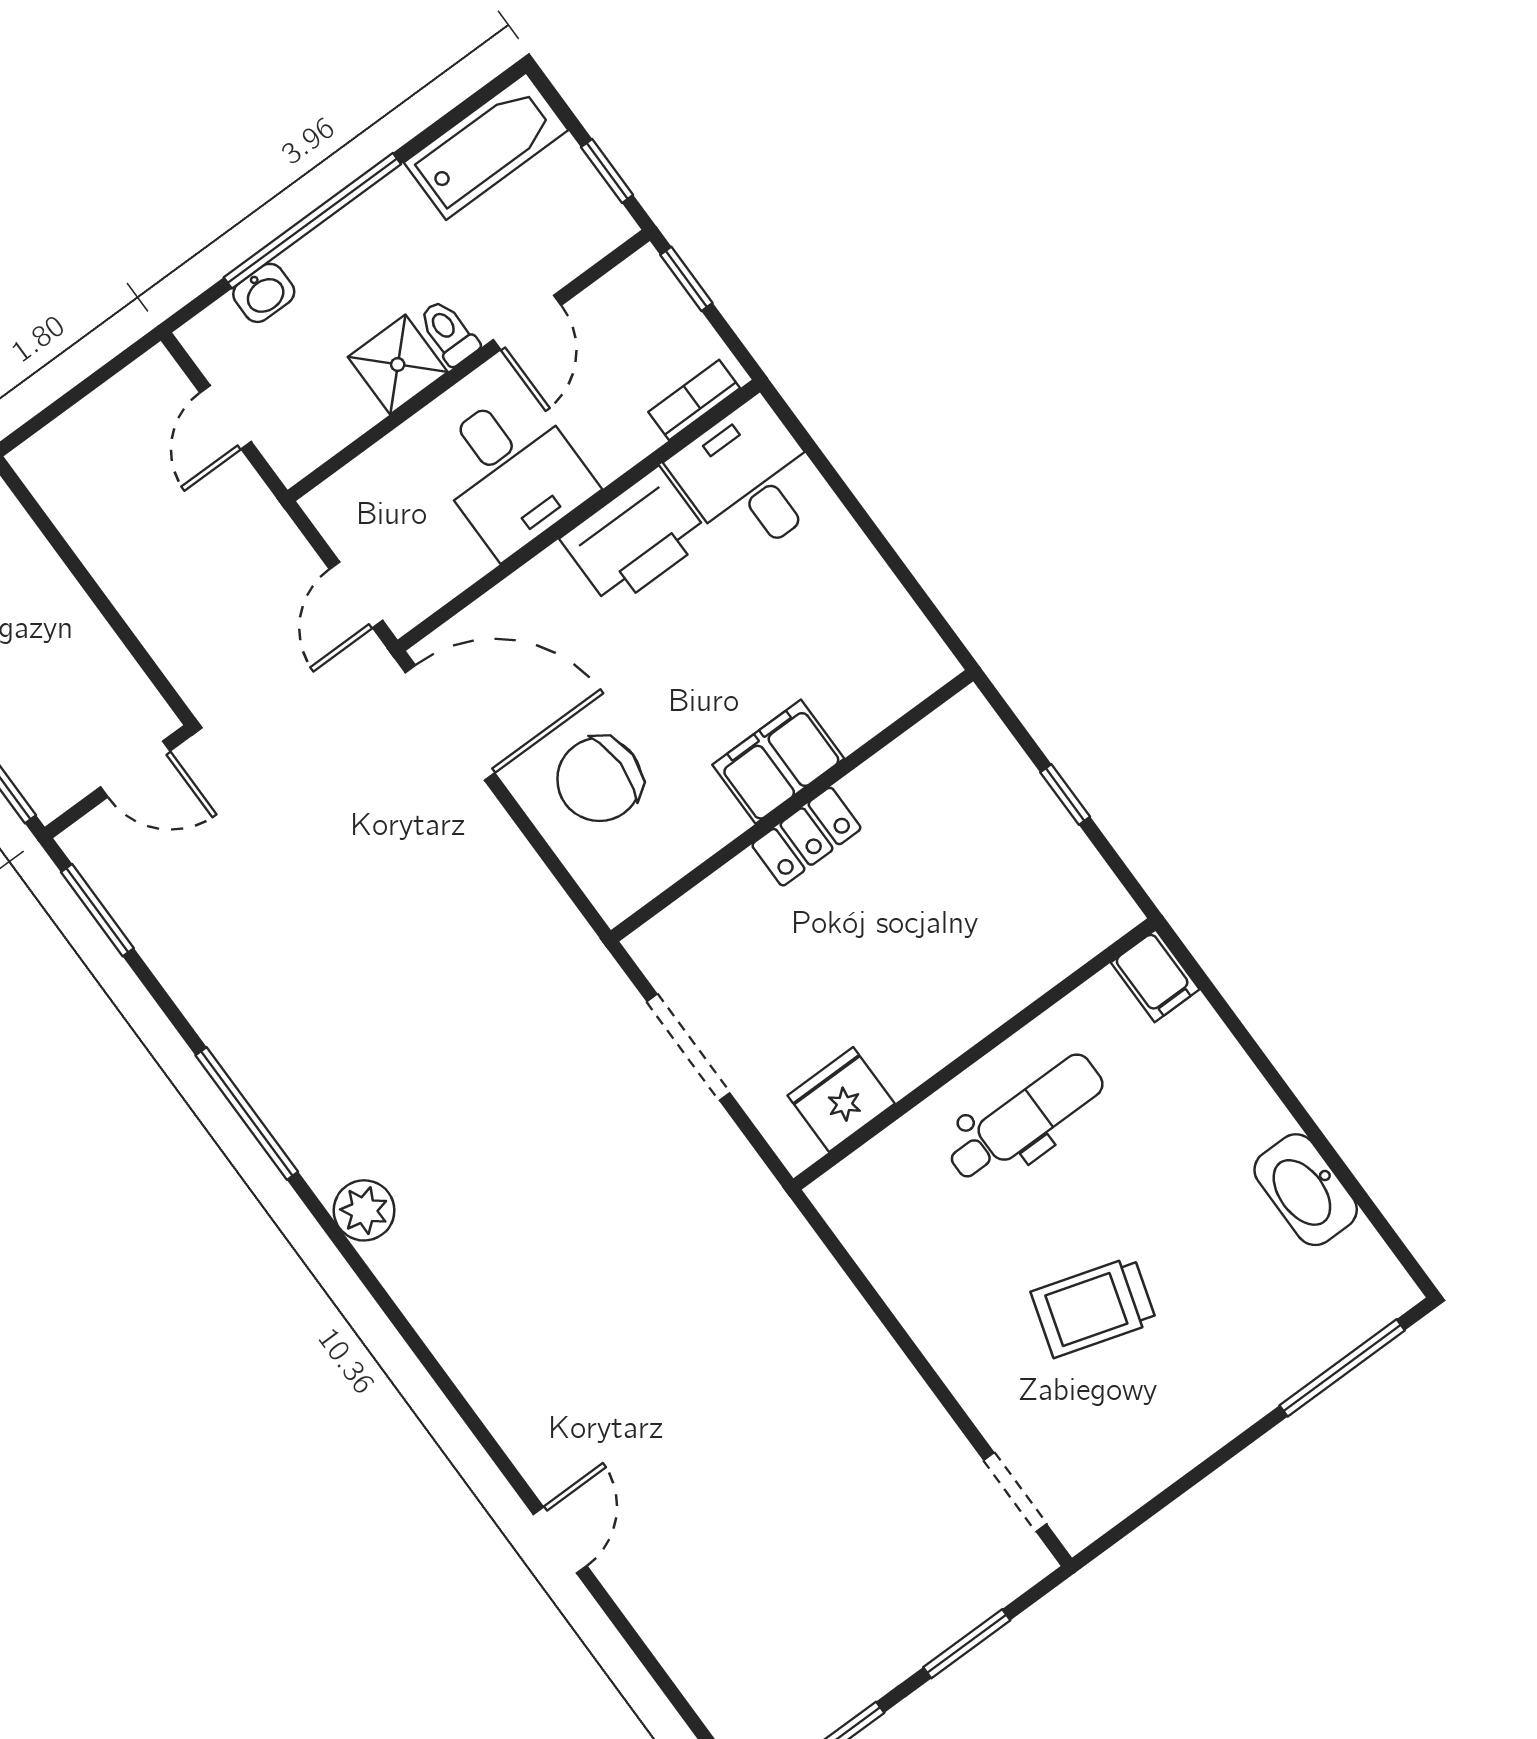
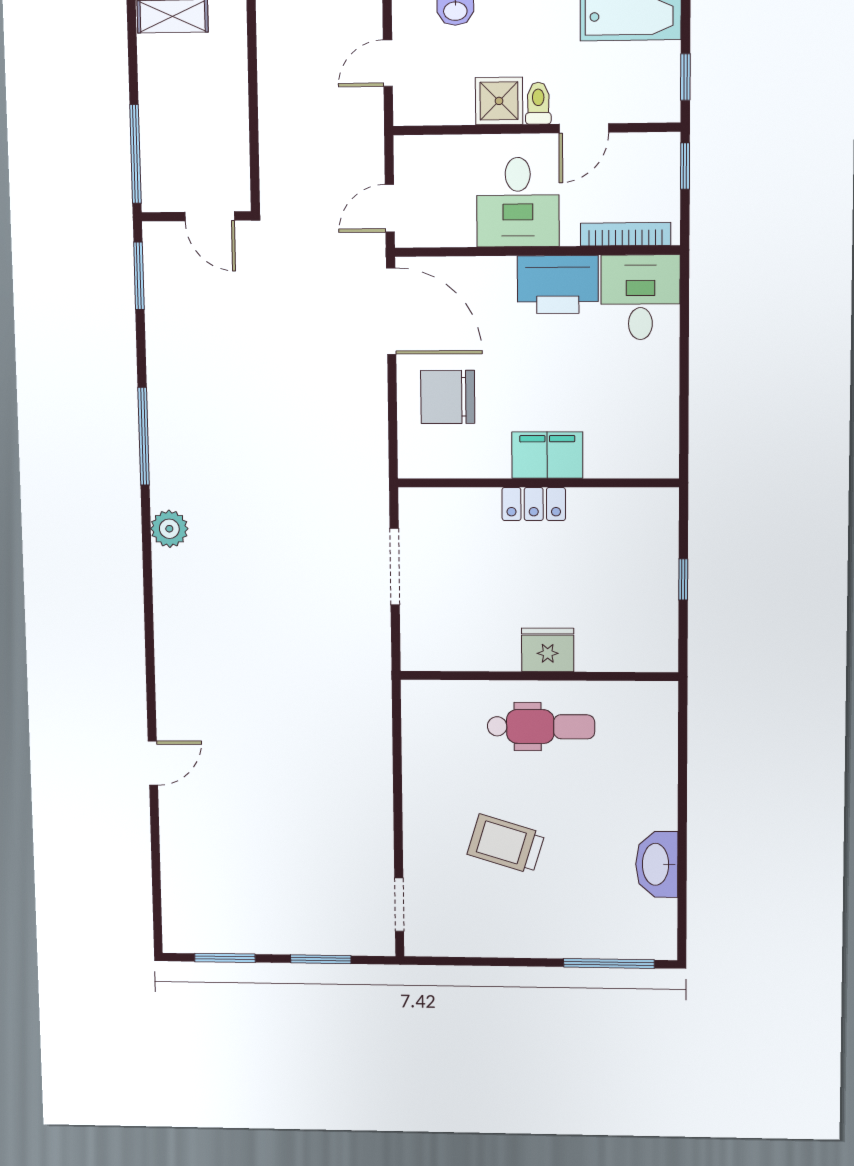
bookcase: (694, 400) -> (626, 234), width x1.56
filing cabinet: (1155, 976) -> (661, 704), removed
fridge: (841, 1100) -> (548, 650), moved

